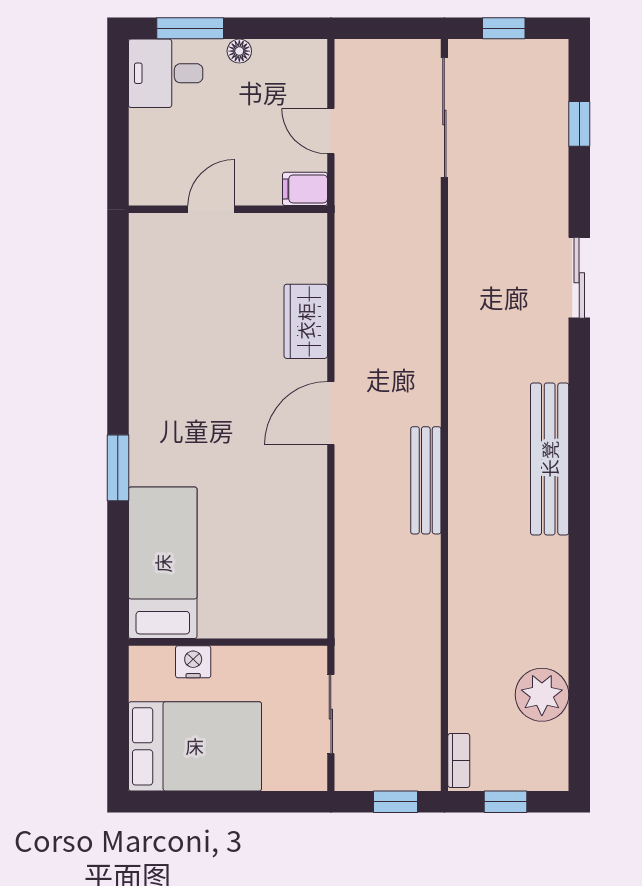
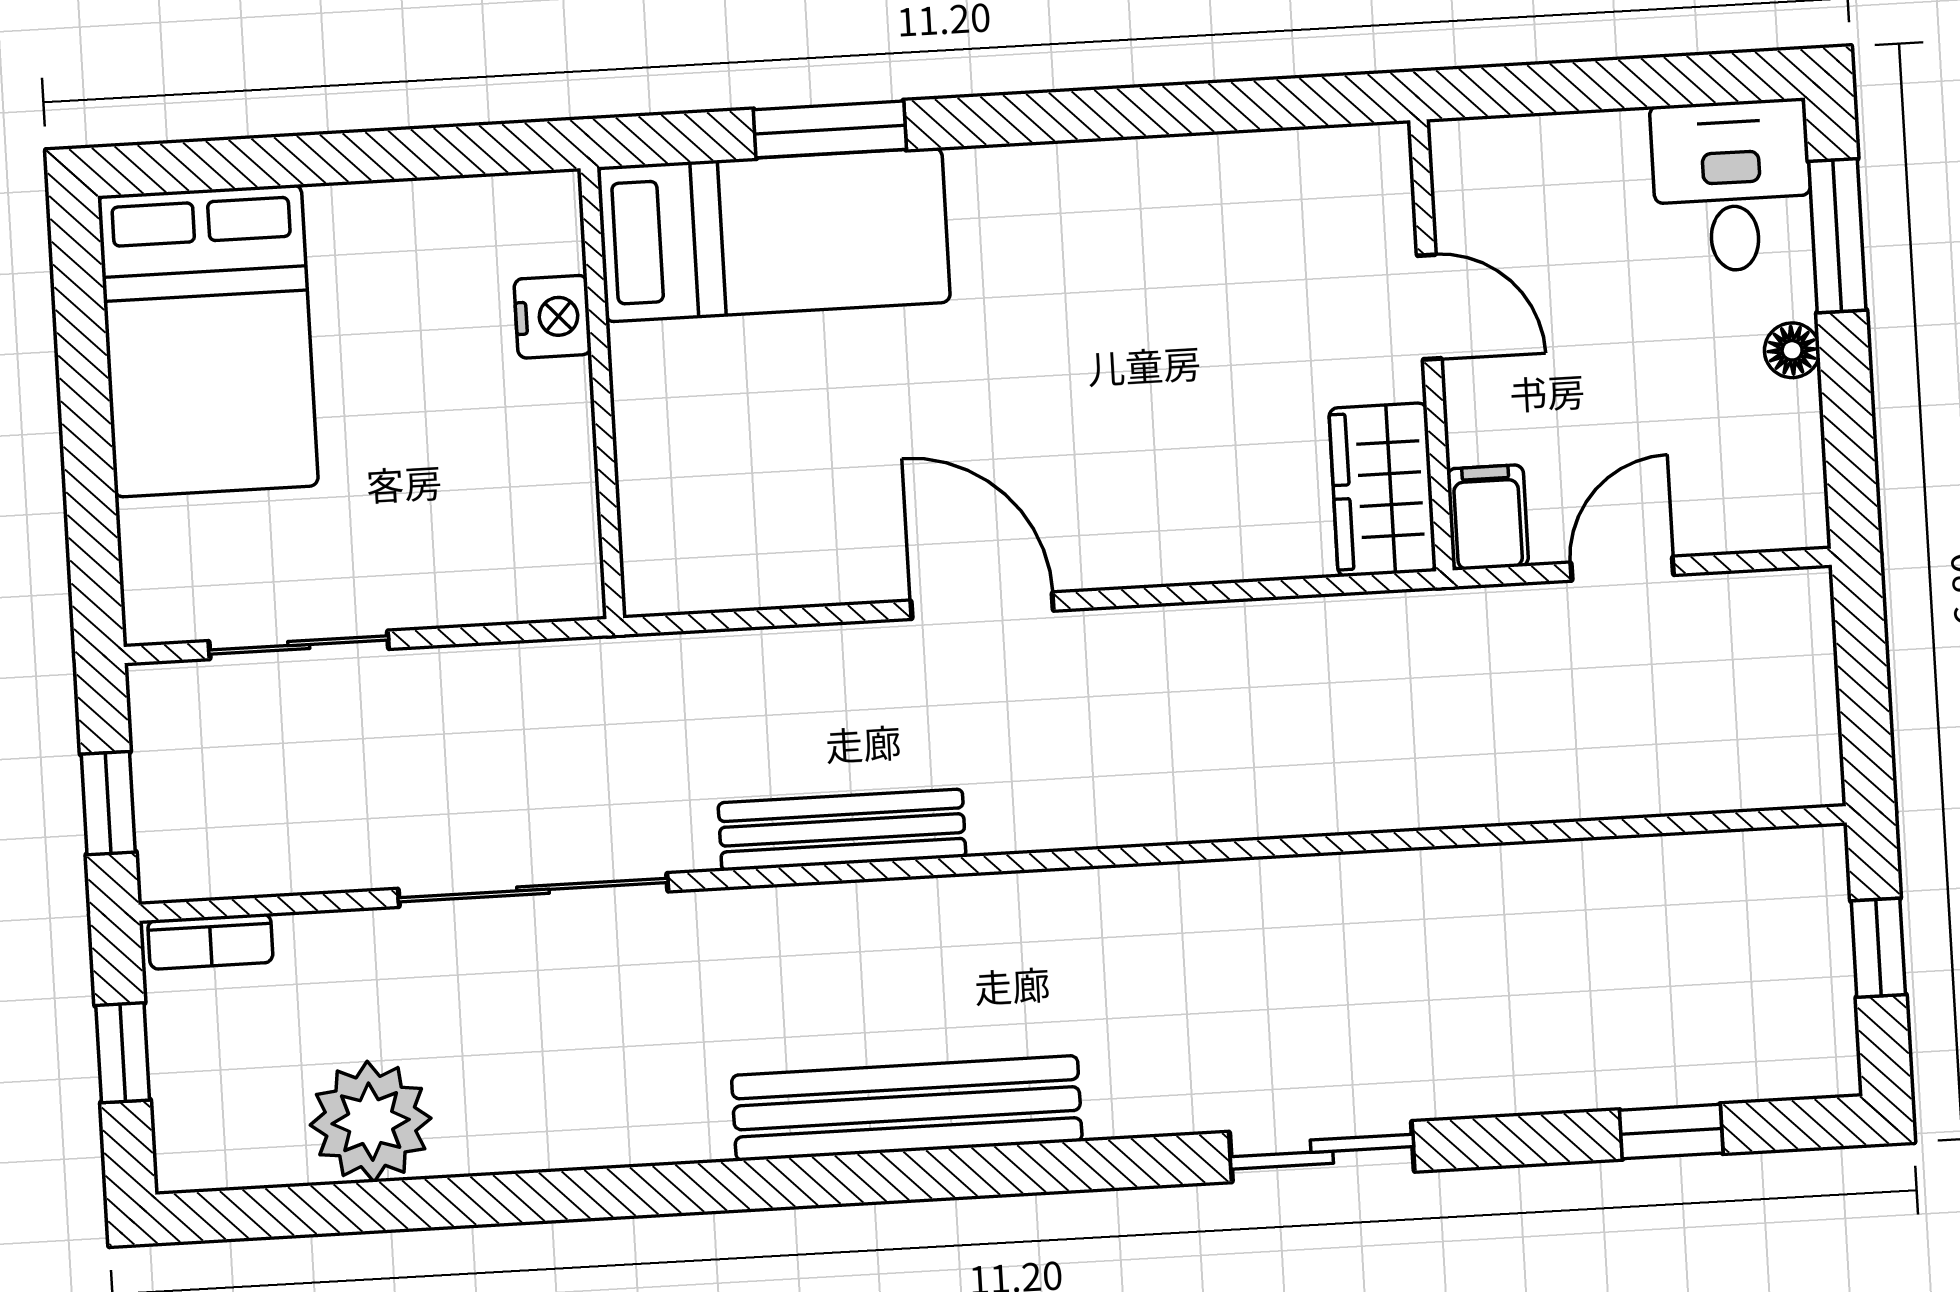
sliding door: (444, 117) -> (533, 890), moved
wardrobe: (306, 321) -> (1383, 490), moved, turned -90
bed: (163, 563) -> (774, 235), moved
wall: (228, 642) -> (602, 393), moved
nightstand: (193, 662) -> (553, 317), moved

